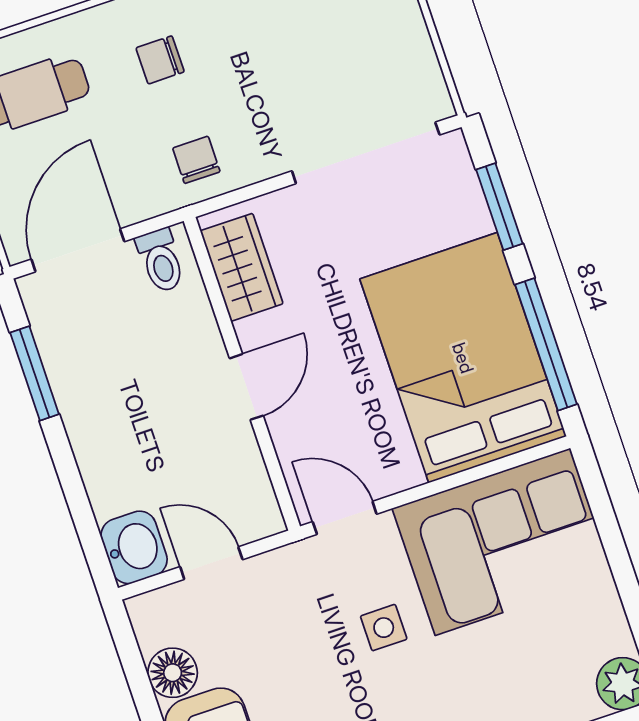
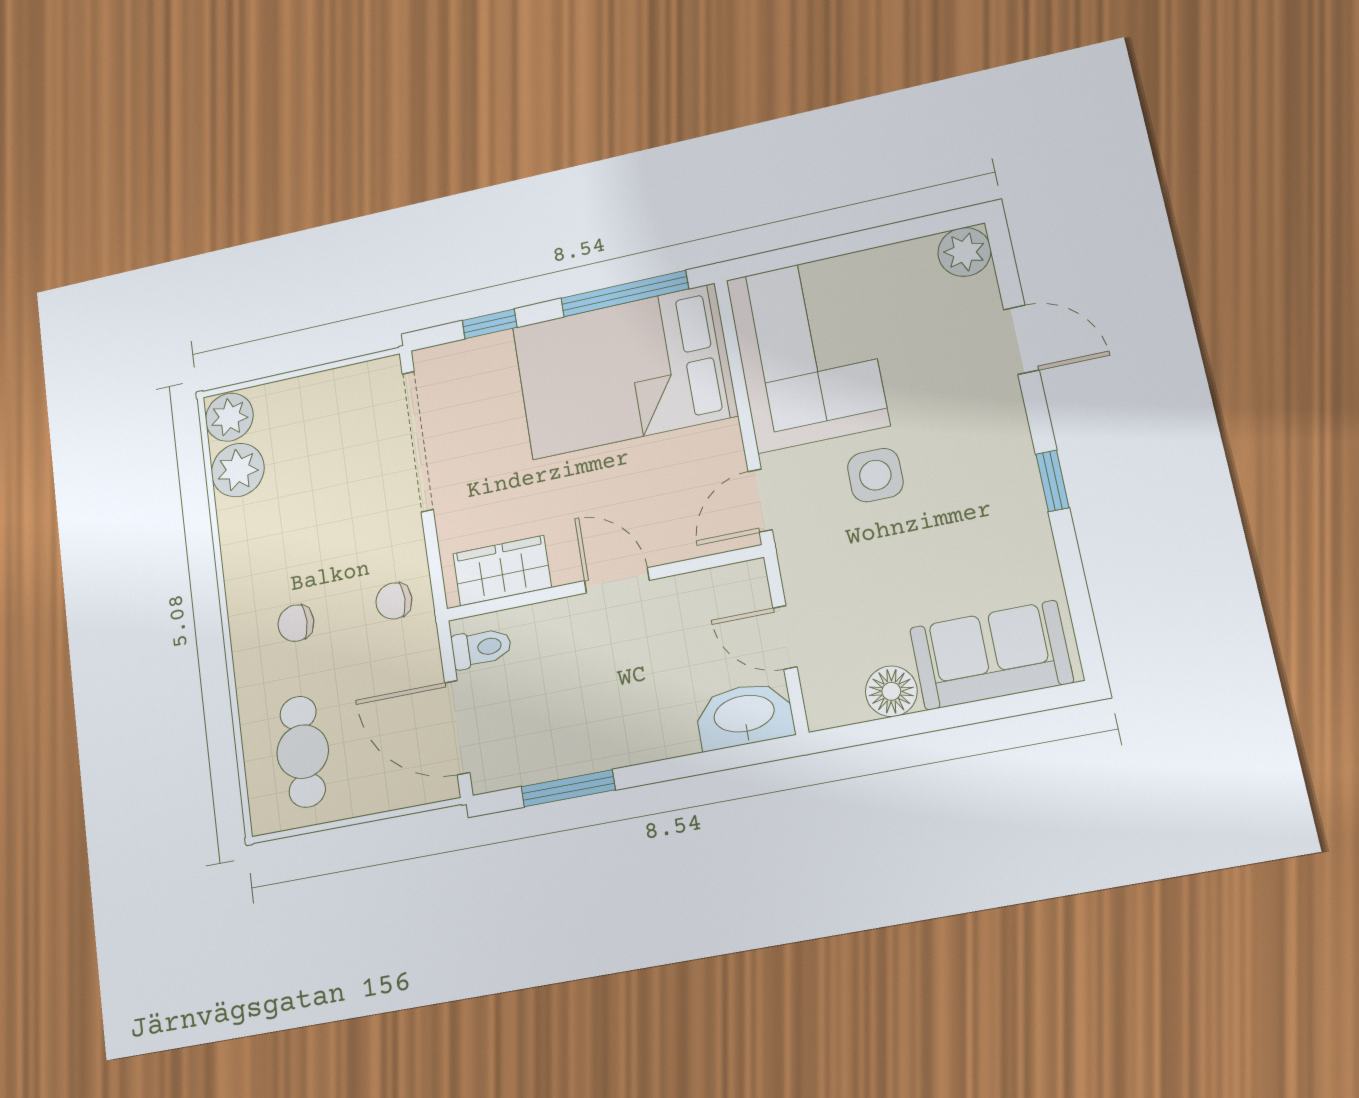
chair: (160, 60) -> (296, 623), turned 90
window: (499, 207) -> (490, 324), width x0.67
washbasin: (134, 547) -> (744, 715), width x1.38
door: (211, 563) -> (785, 637), hinge flipped
side table: (384, 628) -> (875, 475), width x1.37, depth x1.37

